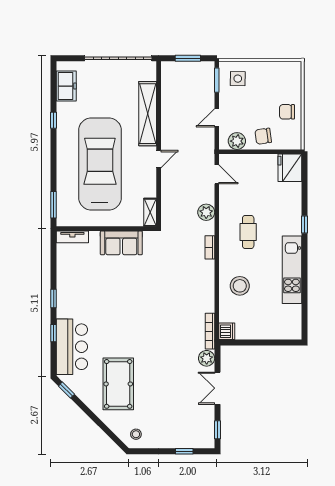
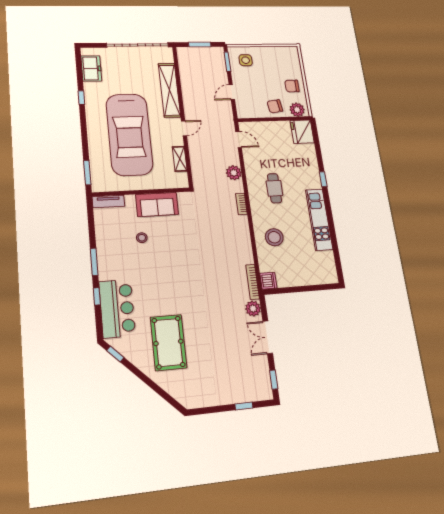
plant: (237, 141) -> (297, 110), moved
car: (100, 164) -> (129, 134), turned 180
shelving: (150, 212) -> (180, 159), moved
window: (54, 299) -> (94, 262), width x1.50
stool: (136, 434) -> (142, 238), moved

